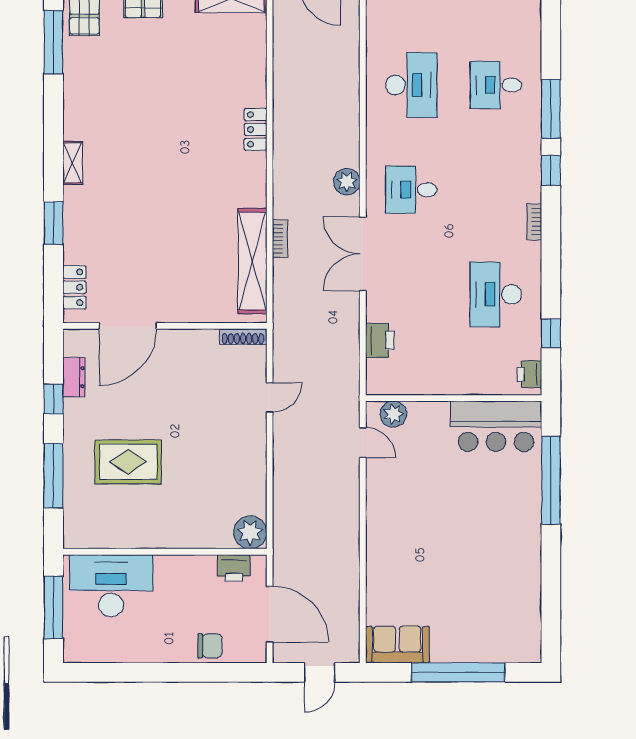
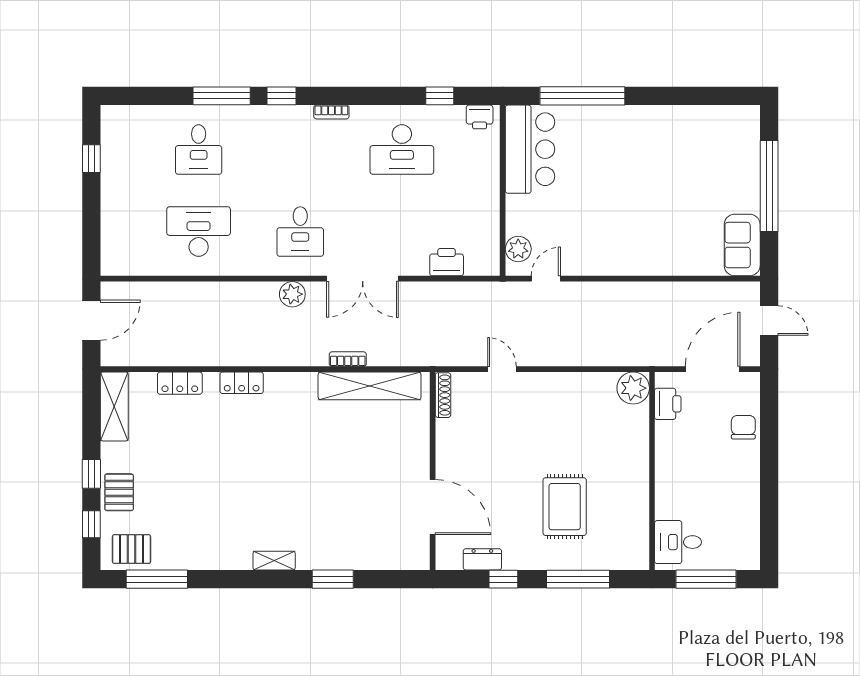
locker: (74, 287) -> (180, 383), moved, turned 180
desk: (111, 586) -> (678, 542), width x0.53, depth x0.77

